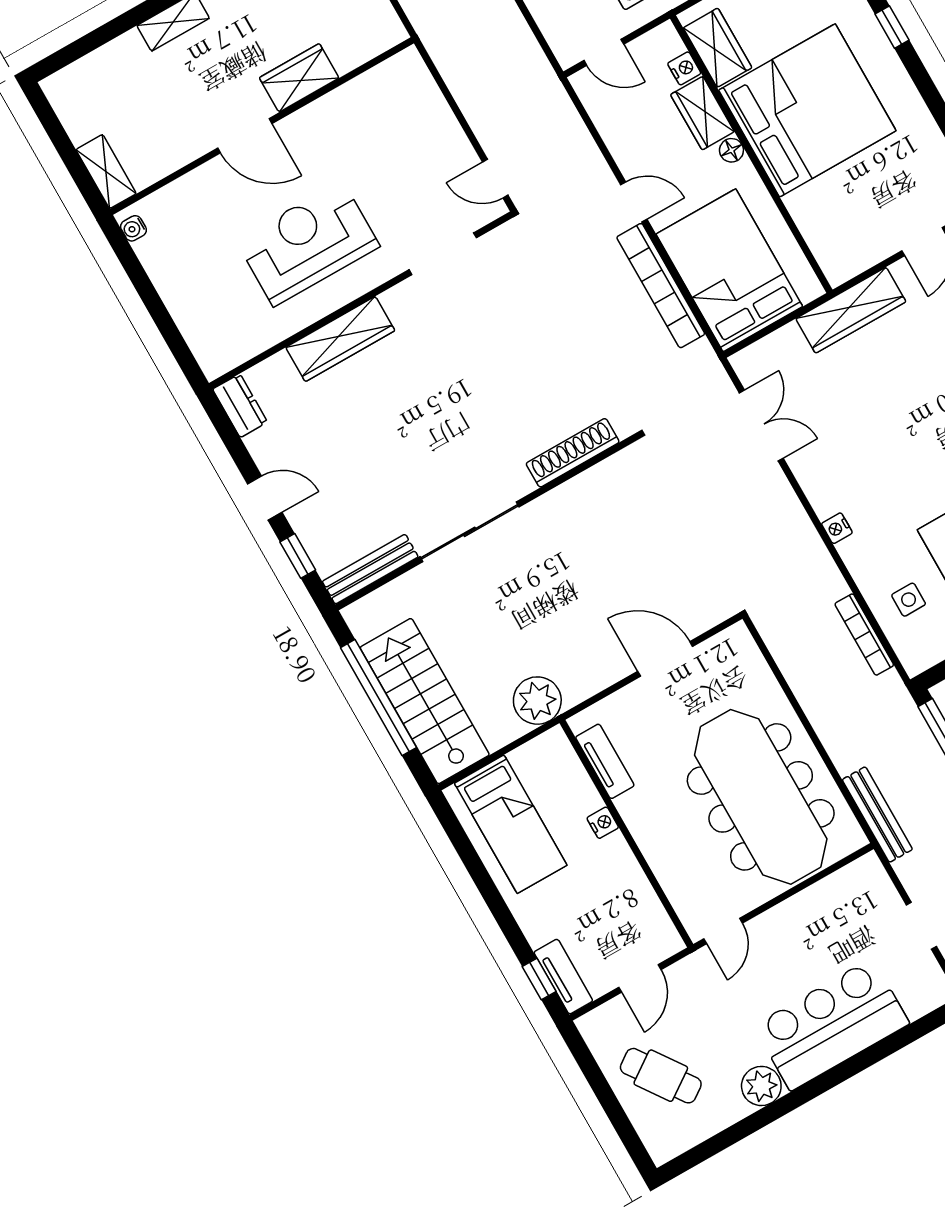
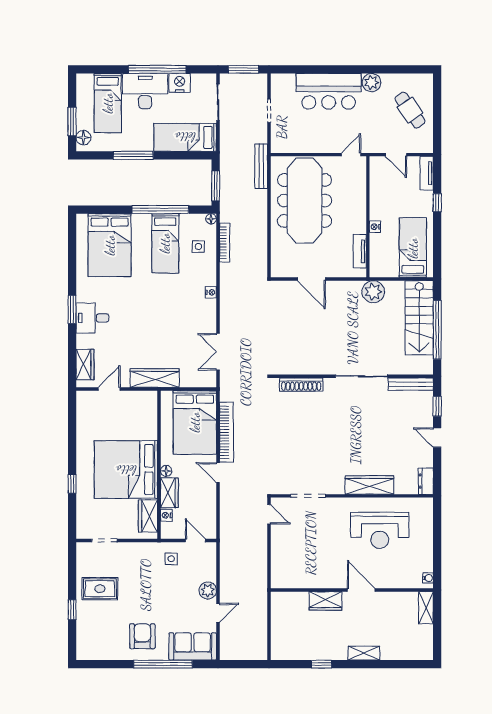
reception desk: (308, 243) -> (380, 530), moved
floor lamp: (914, 664) -> (211, 219), added
door: (640, 978) -> (396, 155), swing flipped
window: (539, 979) -> (437, 203), moved

